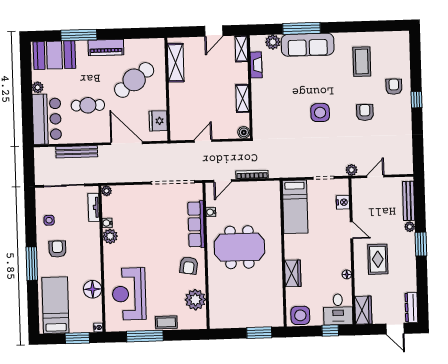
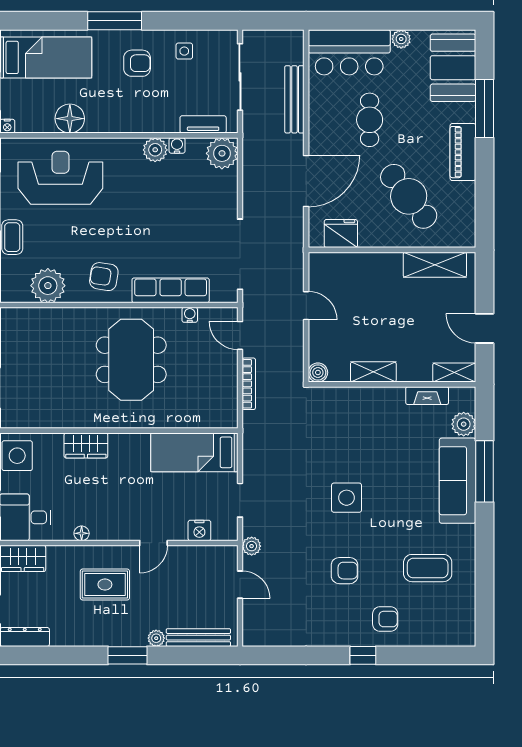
plant: (106, 191) -> (222, 153), width x1.87, depth x1.87

